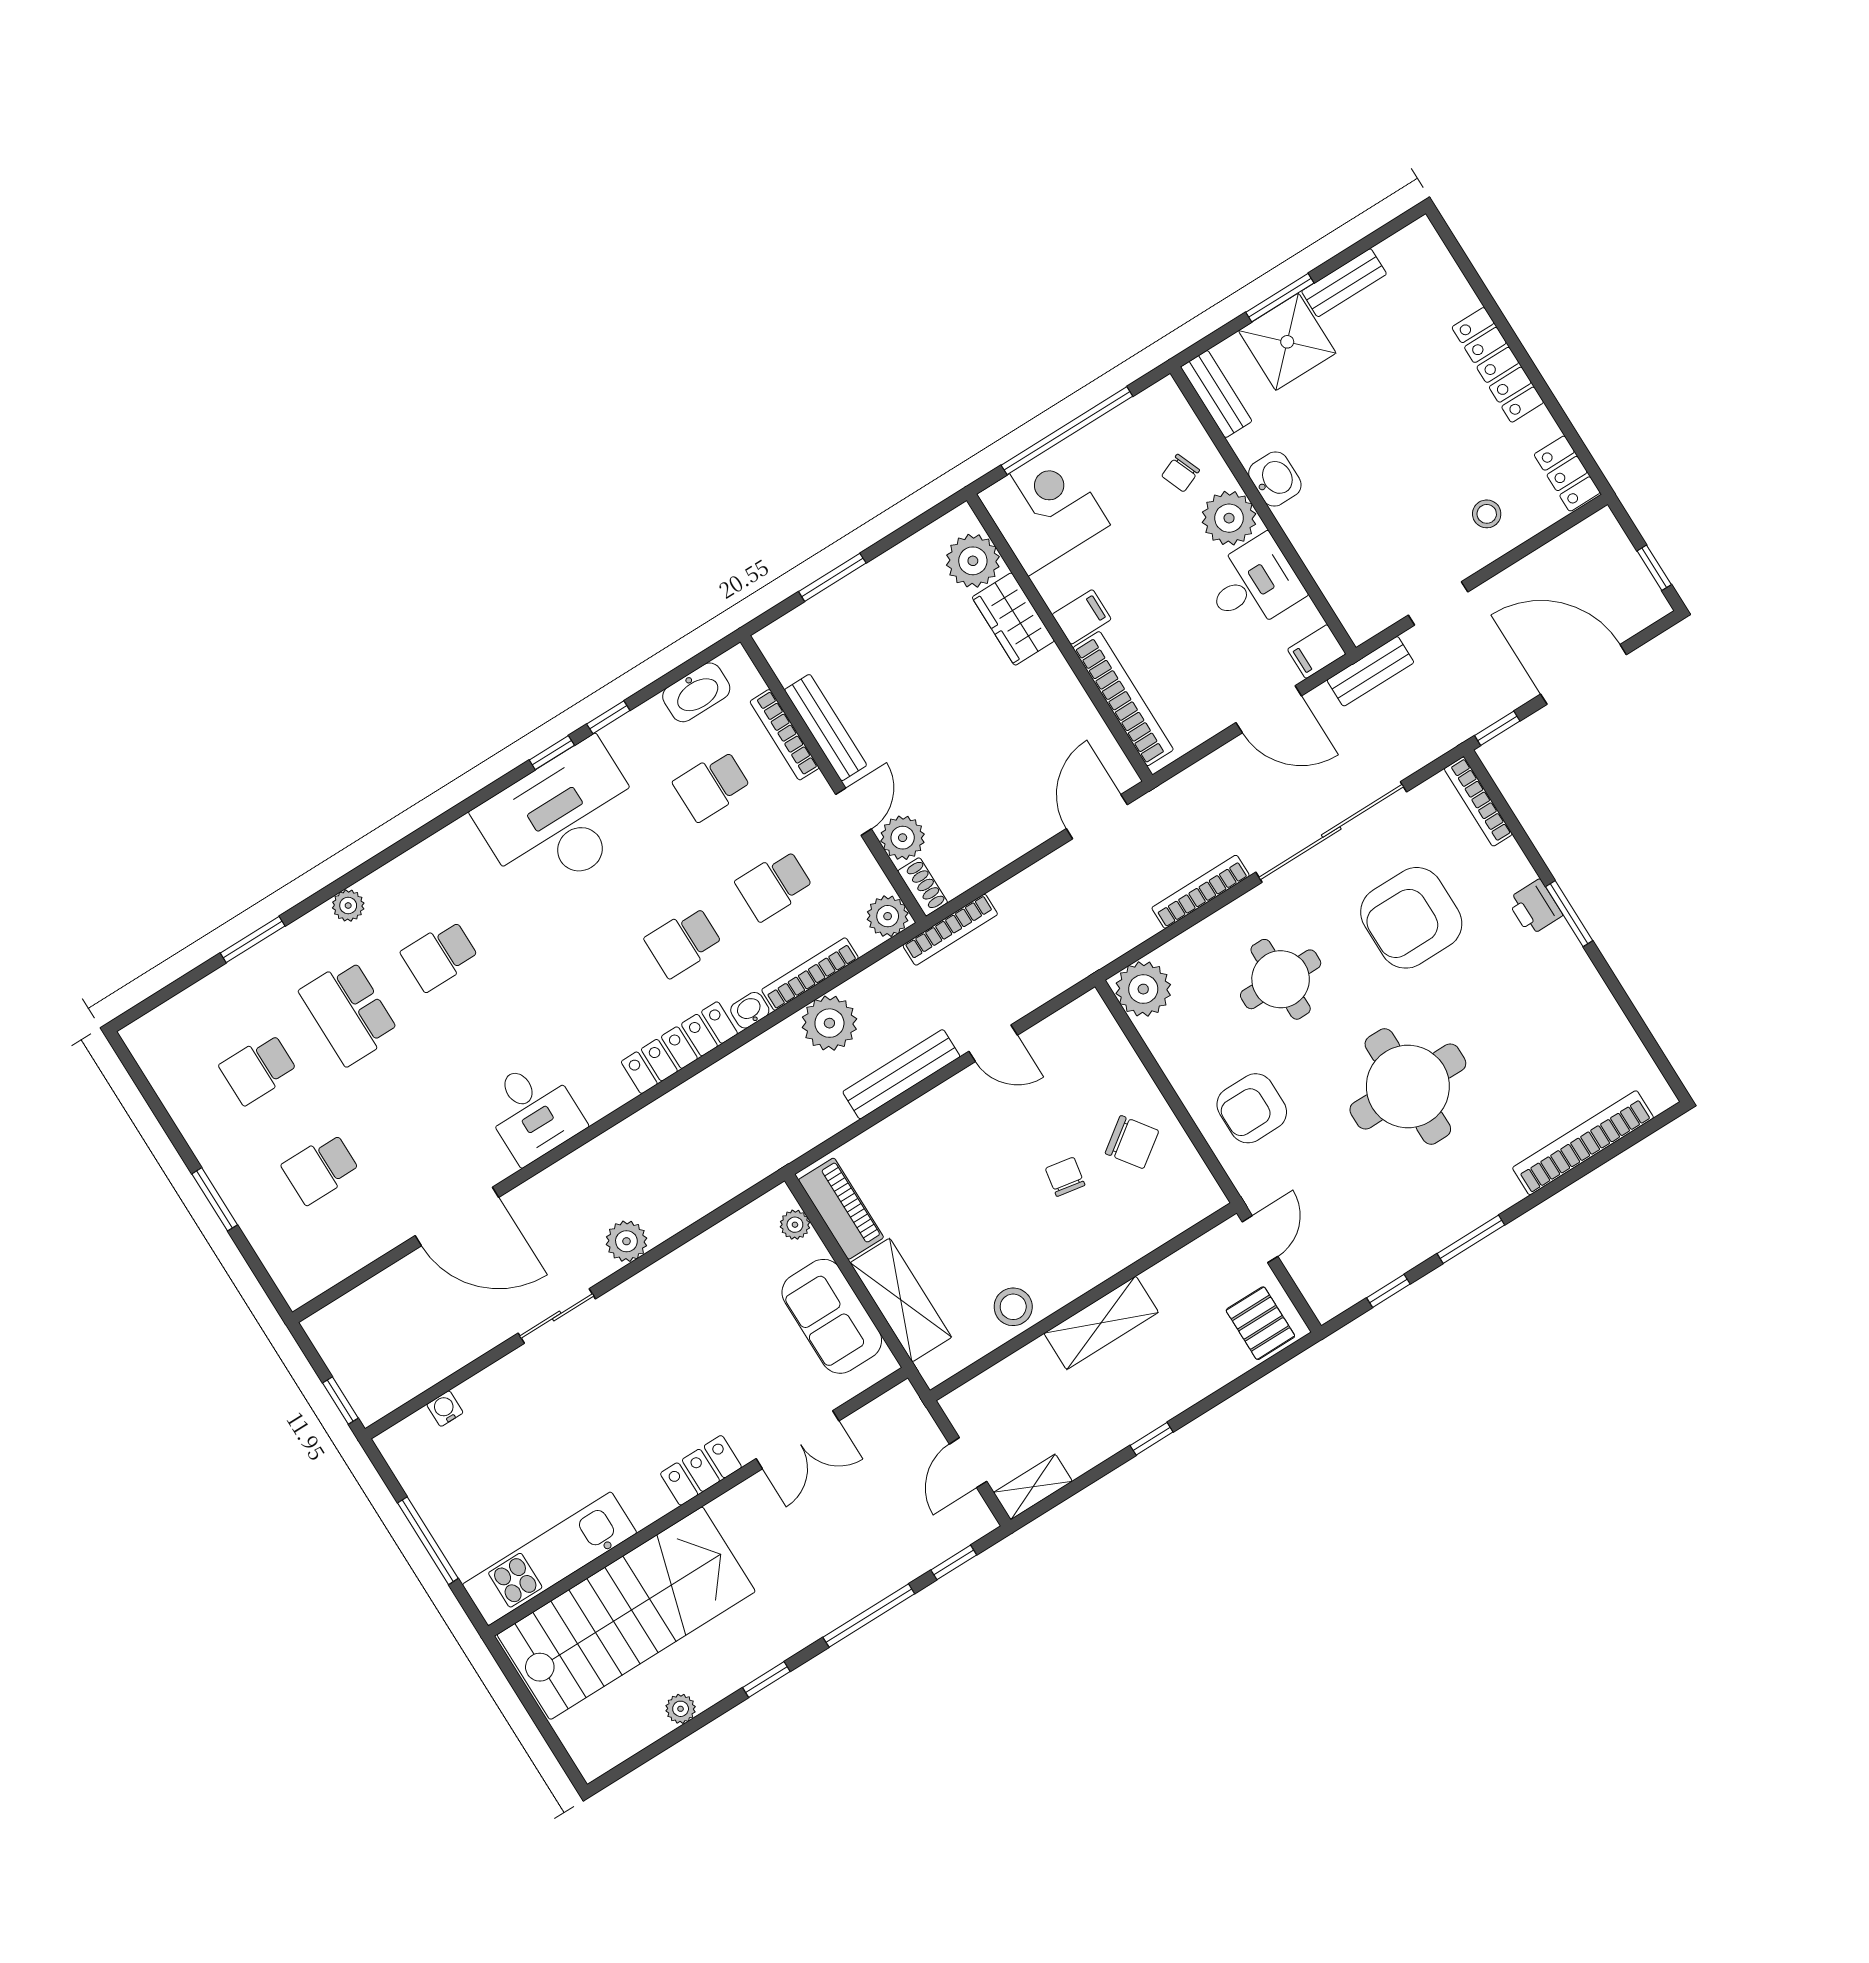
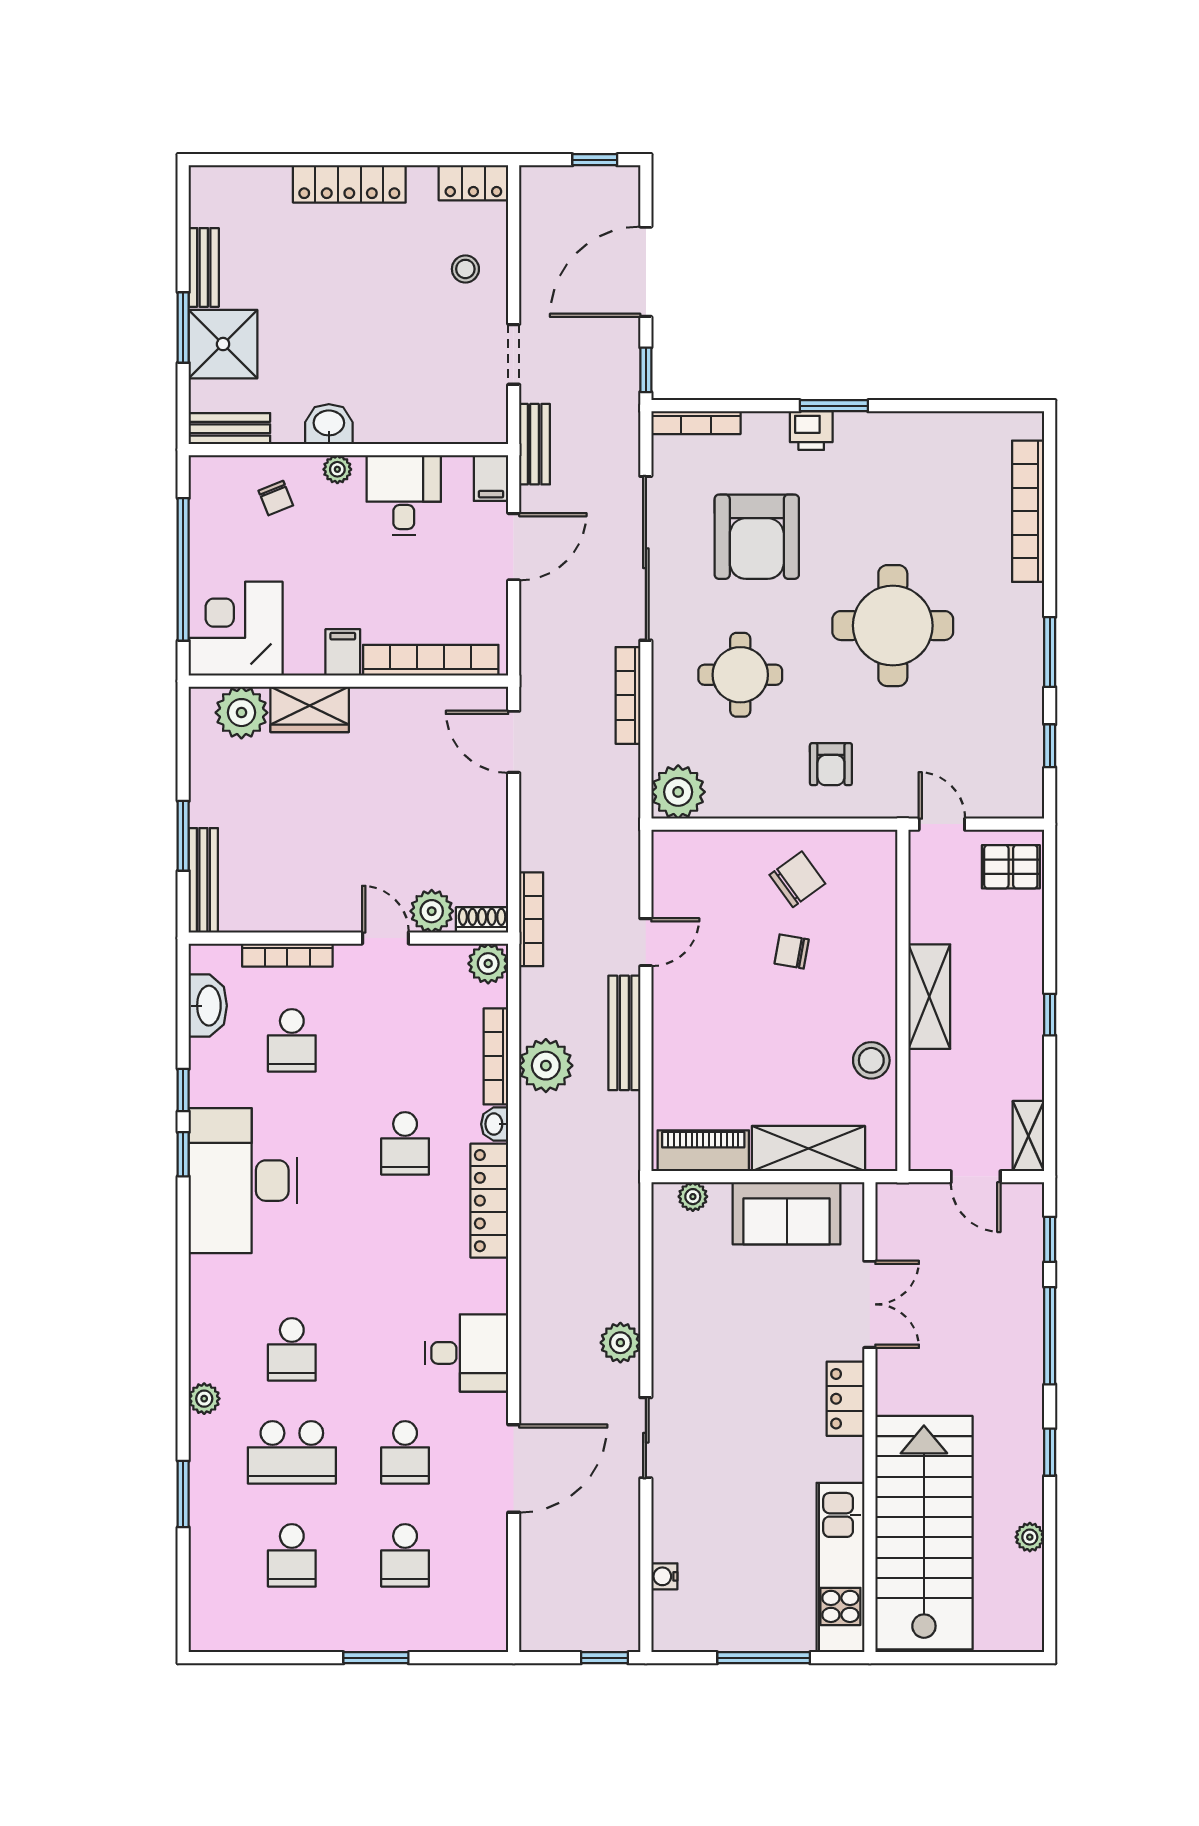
plant: (1229, 518) -> (337, 469), width x0.53, depth x0.53
bench: (826, 728) -> (203, 880), moved, turned 90
school desk: (774, 885) -> (405, 1452), moved
armchair: (1252, 1108) -> (831, 764), width x0.72, depth x0.72

